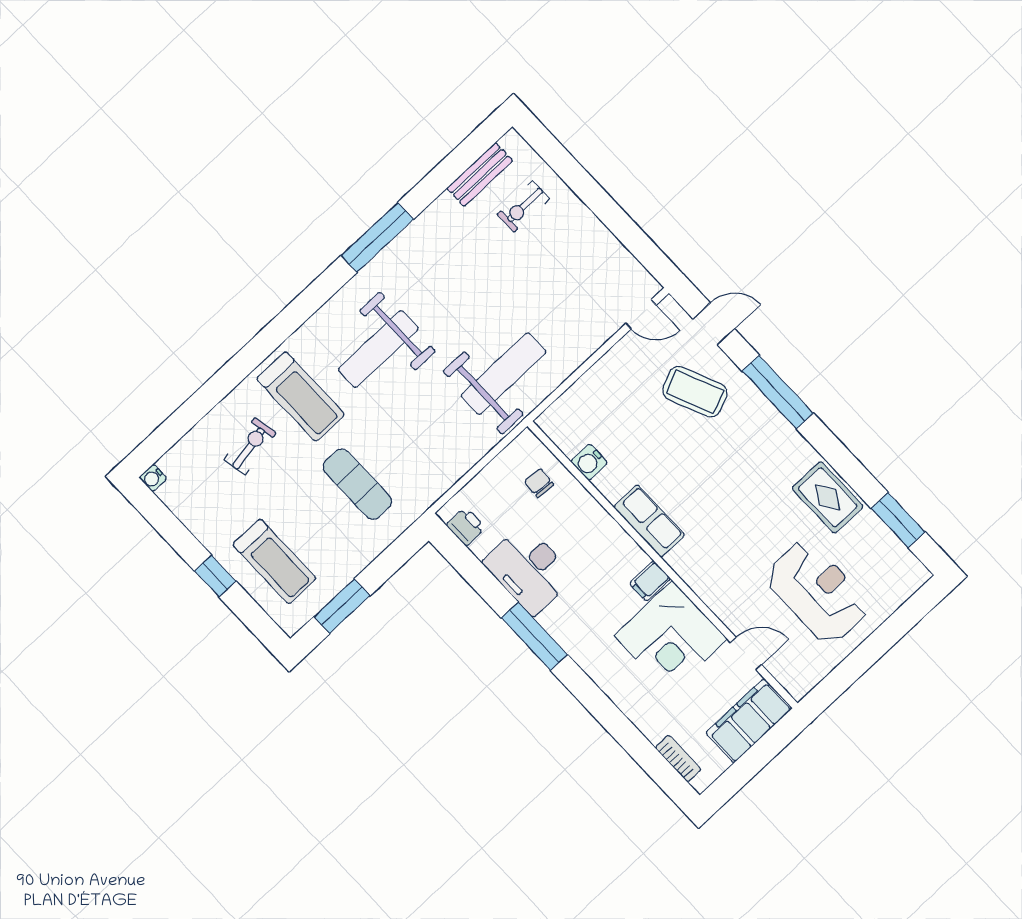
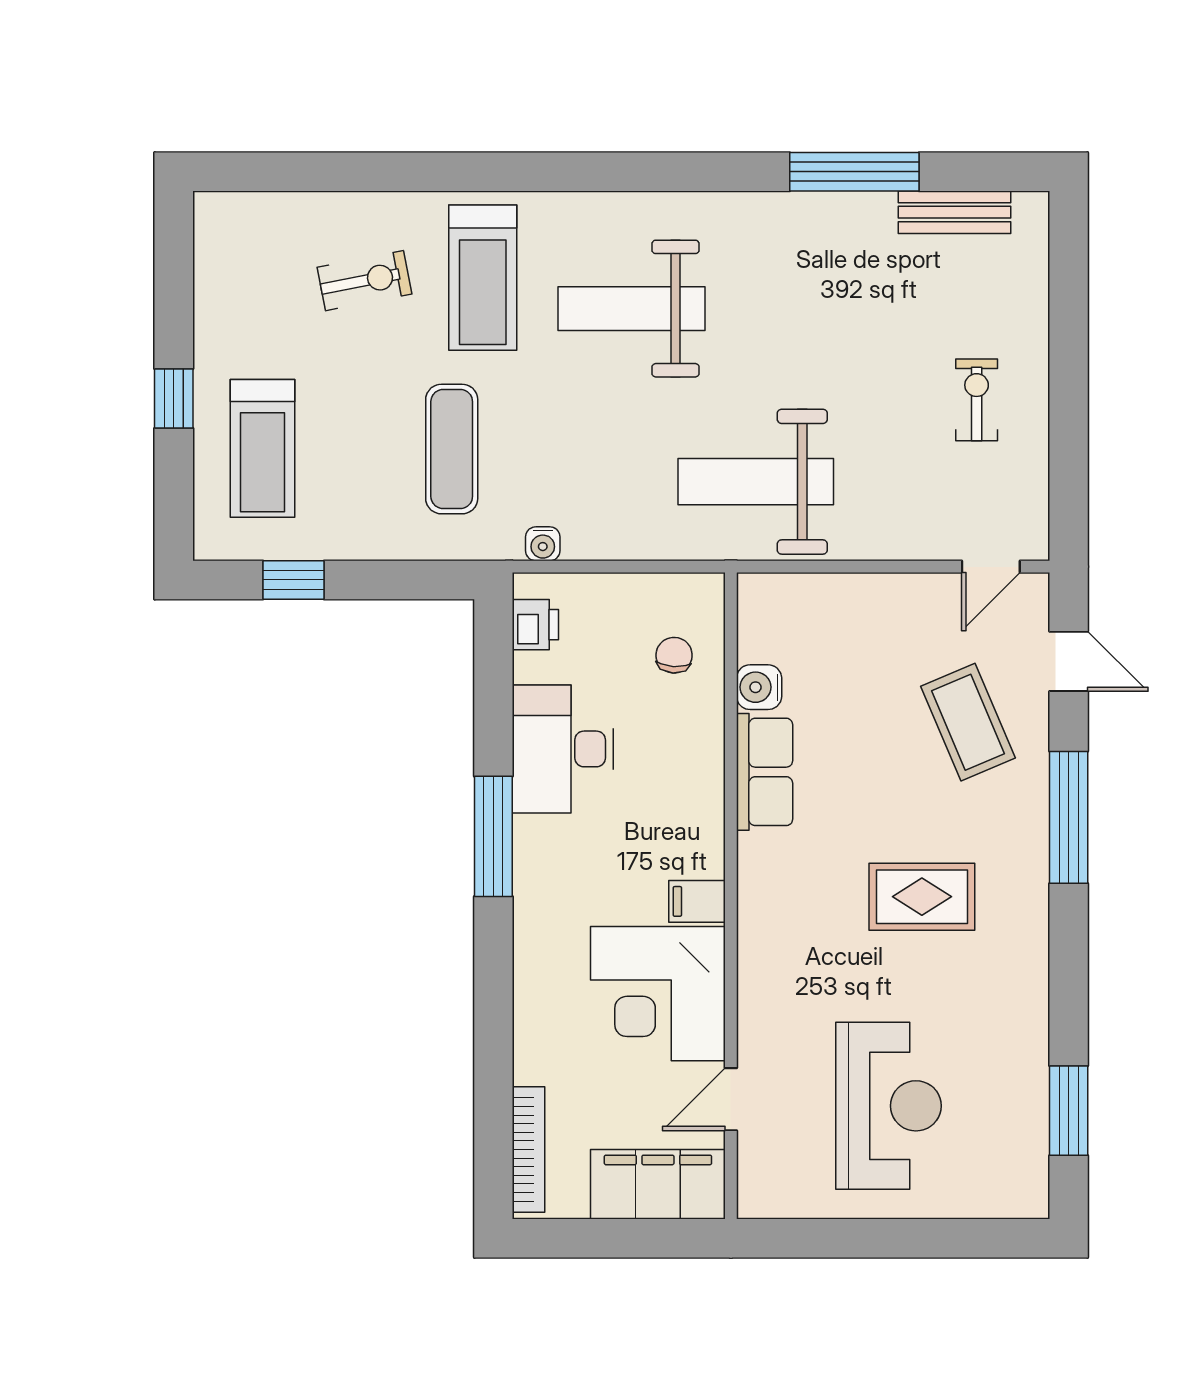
exercise bike: (523, 207) -> (977, 400), moved, turned 90
window: (377, 237) -> (854, 172), moved
door: (641, 314) -> (991, 567), hinge flipped
weight bench: (503, 374) -> (756, 482), turned 180
water cooler: (153, 478) -> (543, 544), moved, turned -90
rug: (828, 497) -> (922, 897), moved, turned 90
row of seats: (649, 521) -> (765, 772), moved
window: (342, 606) -> (294, 580), width x0.67
door: (746, 654) -> (731, 1099), swing flipped
bookcase: (678, 758) -> (529, 1149), width x1.56

